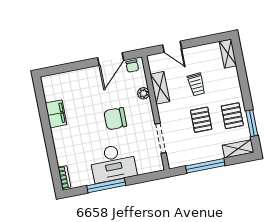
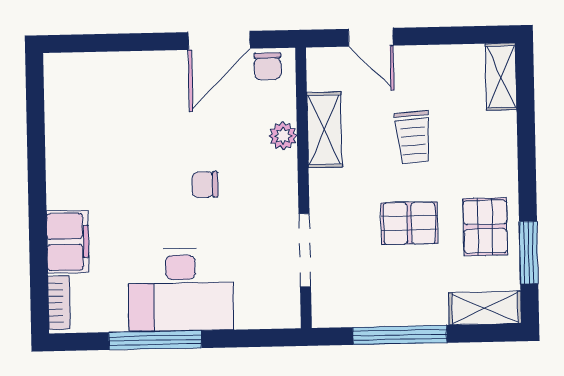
filing cabinet: (56, 114) -> (68, 242), moved
chair: (115, 119) -> (205, 185), width x0.54, depth x0.54
pallet: (201, 120) -> (409, 223), turned 90

